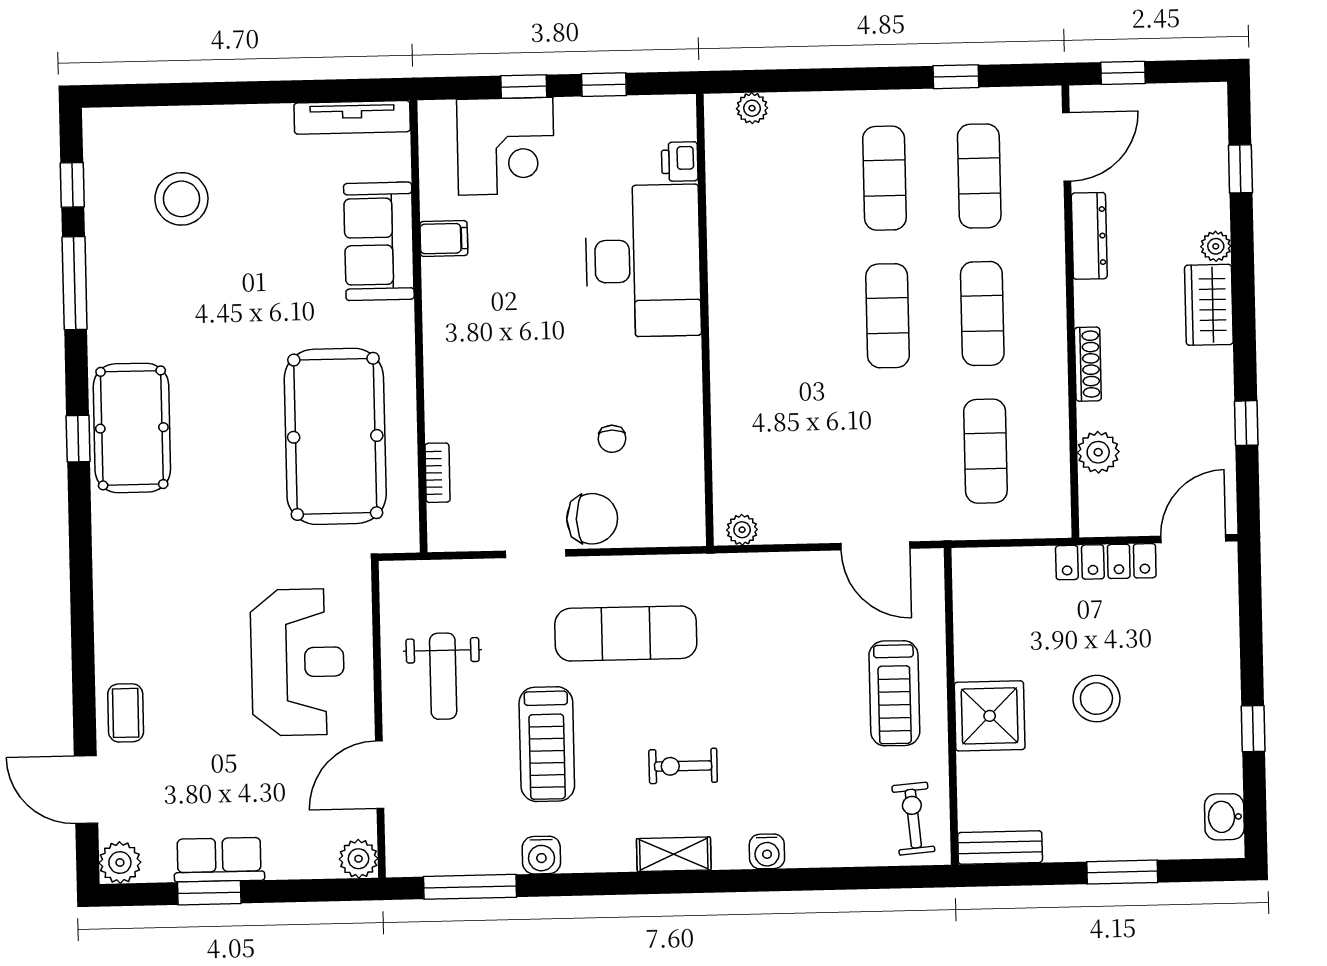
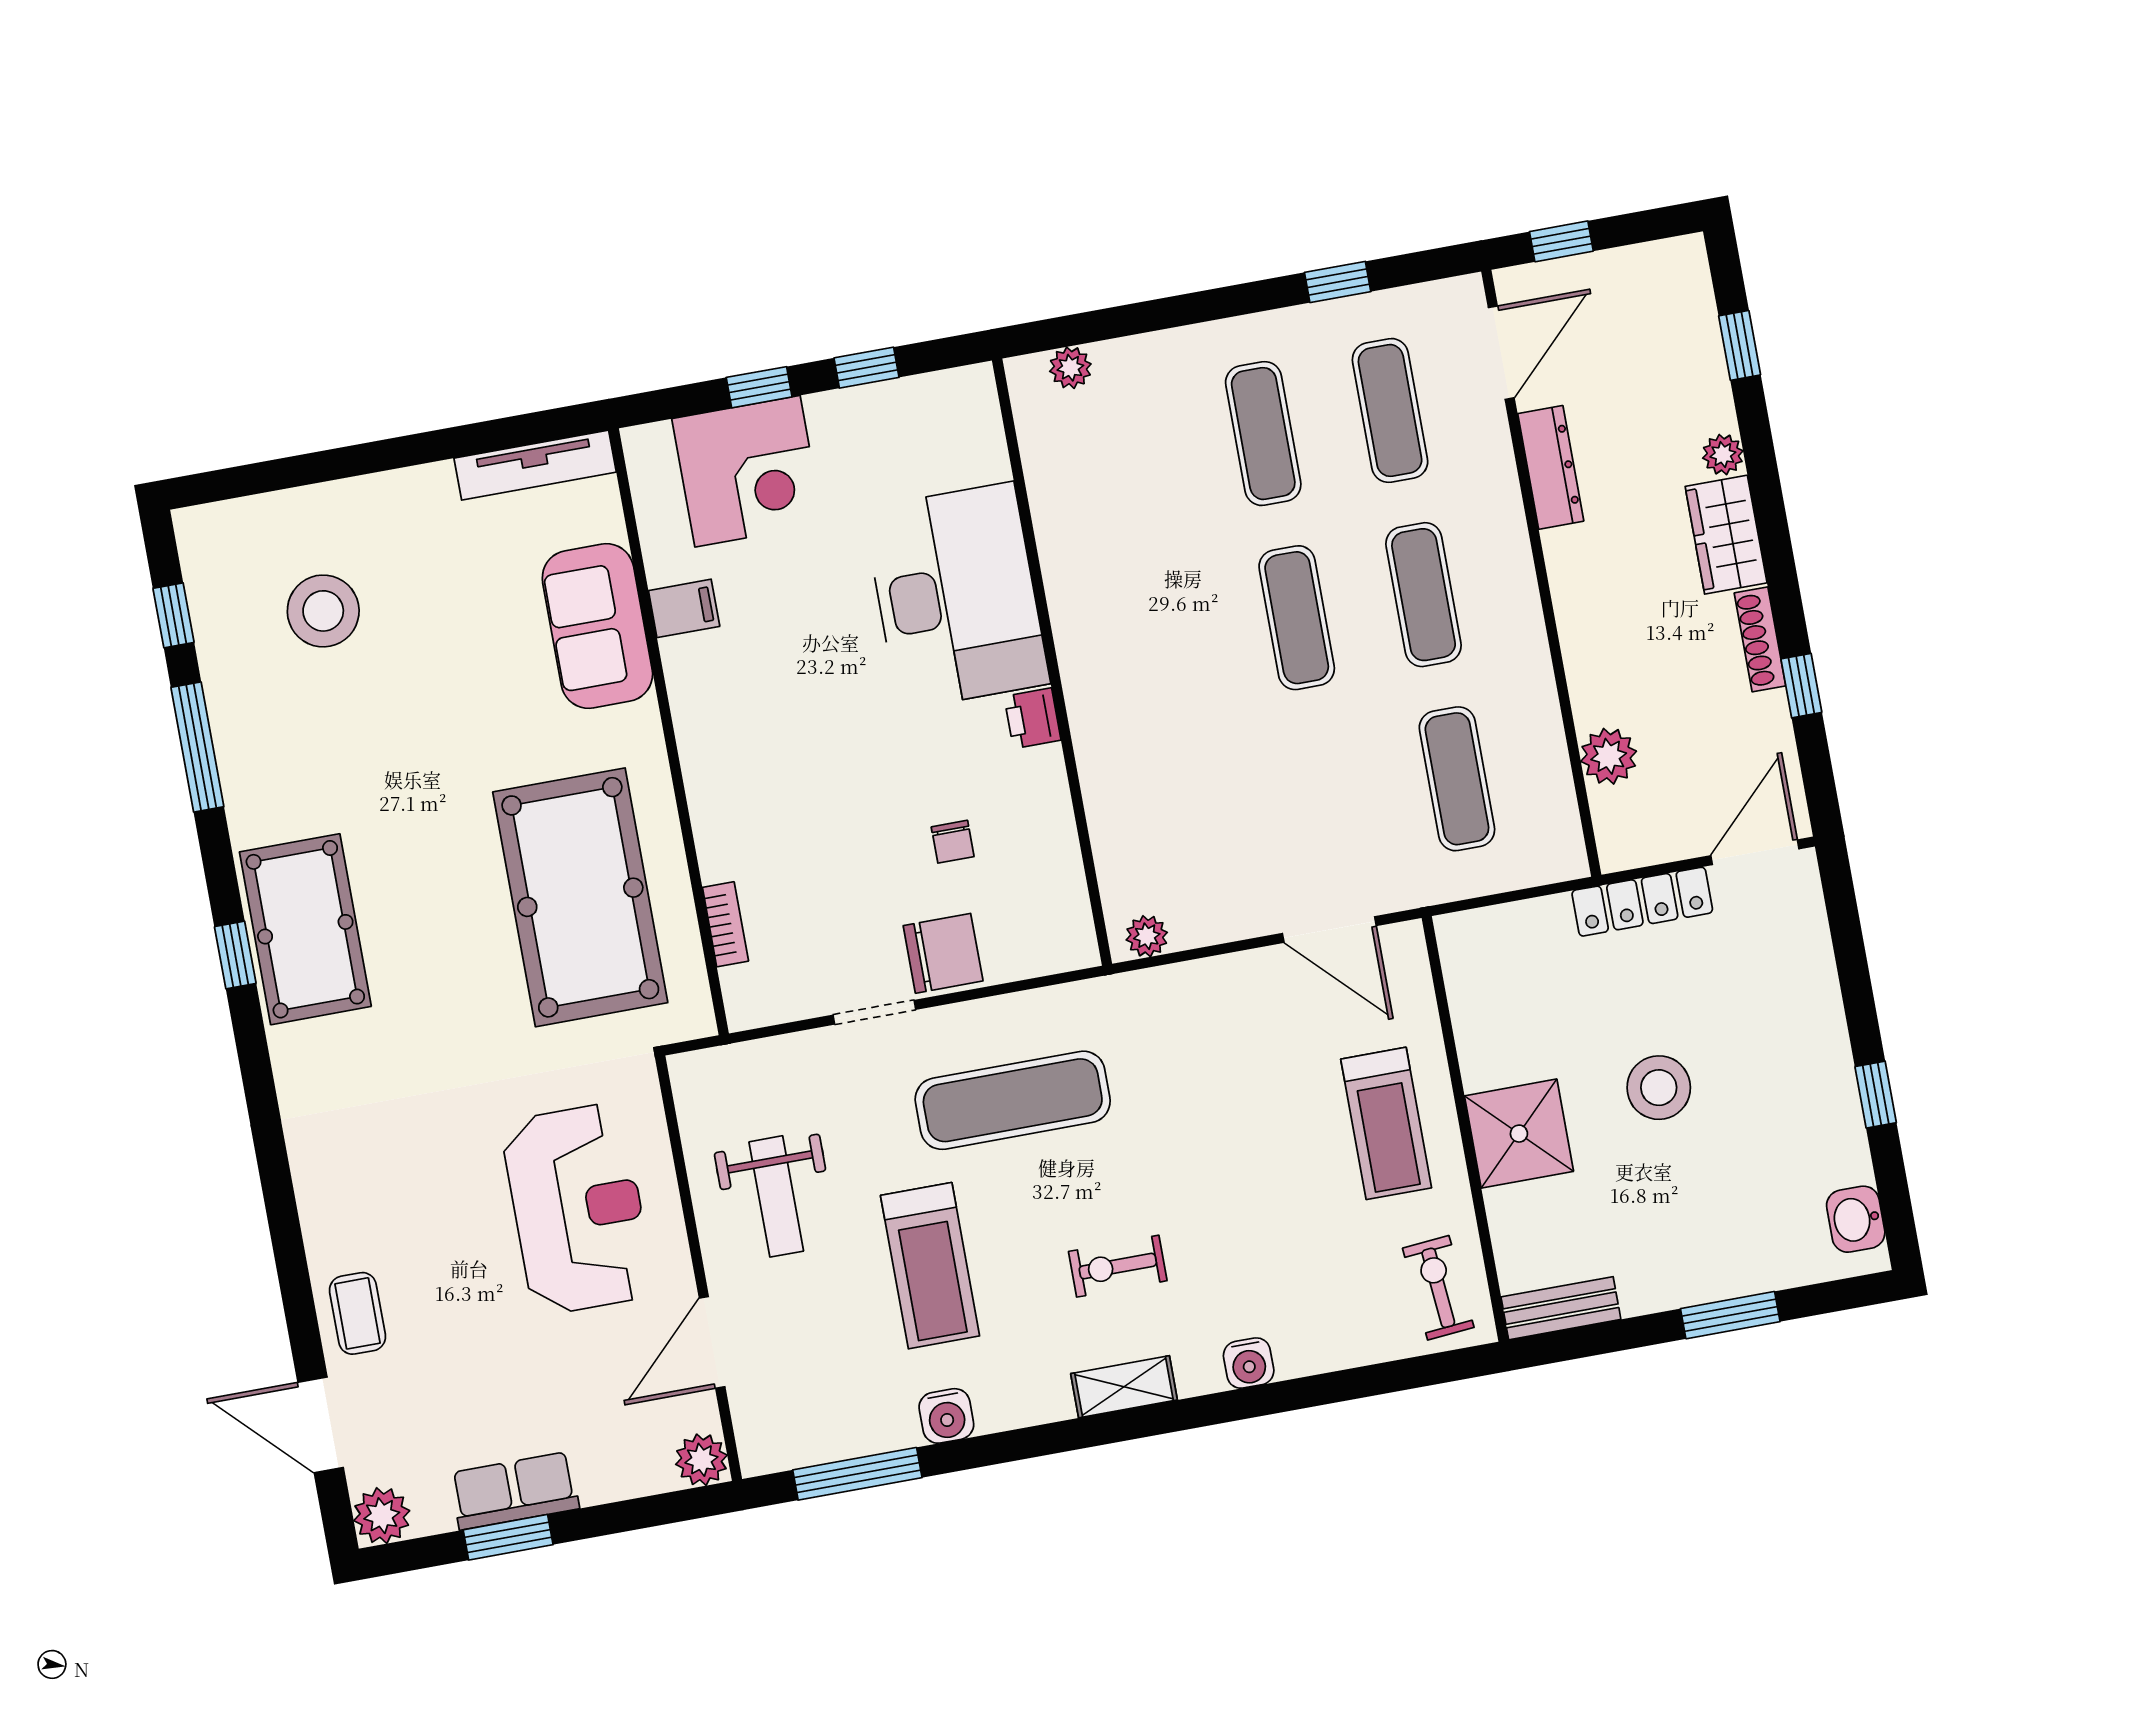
printer: (680, 162) -> (1032, 718), moved
shoe rack: (1088, 364) -> (1760, 639), moved, turned 180

